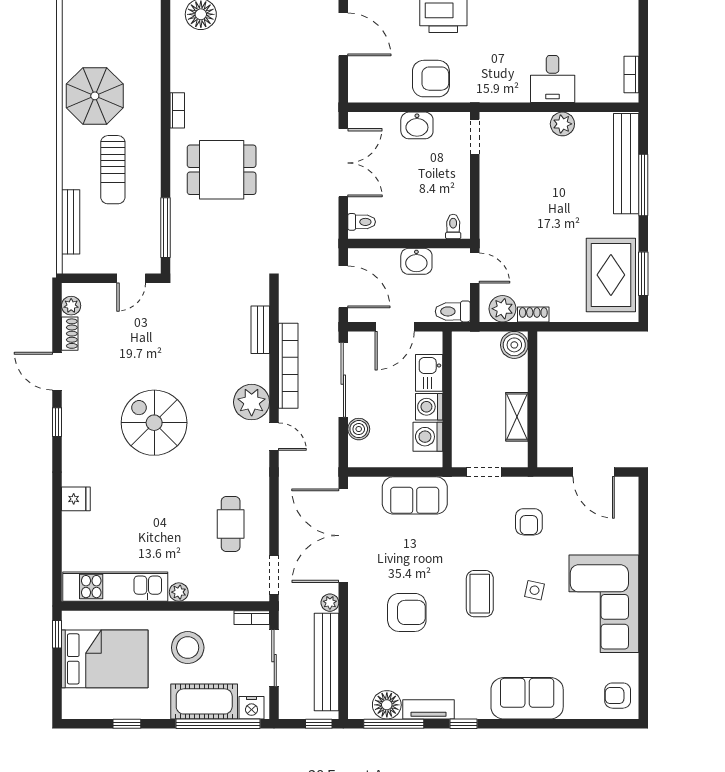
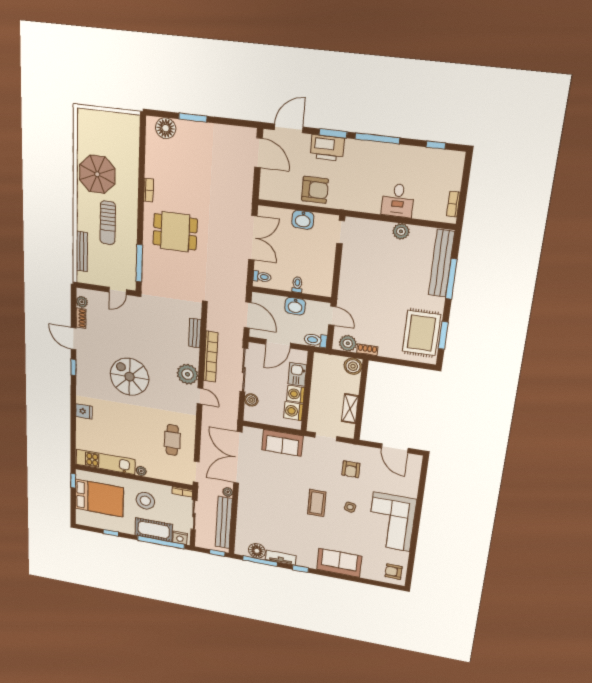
toilet: (453, 227) -> (297, 285), moved
armchair: (407, 612) -> (272, 505), removed

